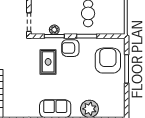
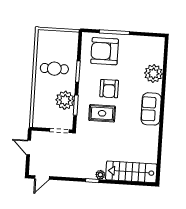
plant: (54, 30) -> (65, 100), width x1.88, depth x1.88
armchair: (70, 48) -> (109, 89), moved

